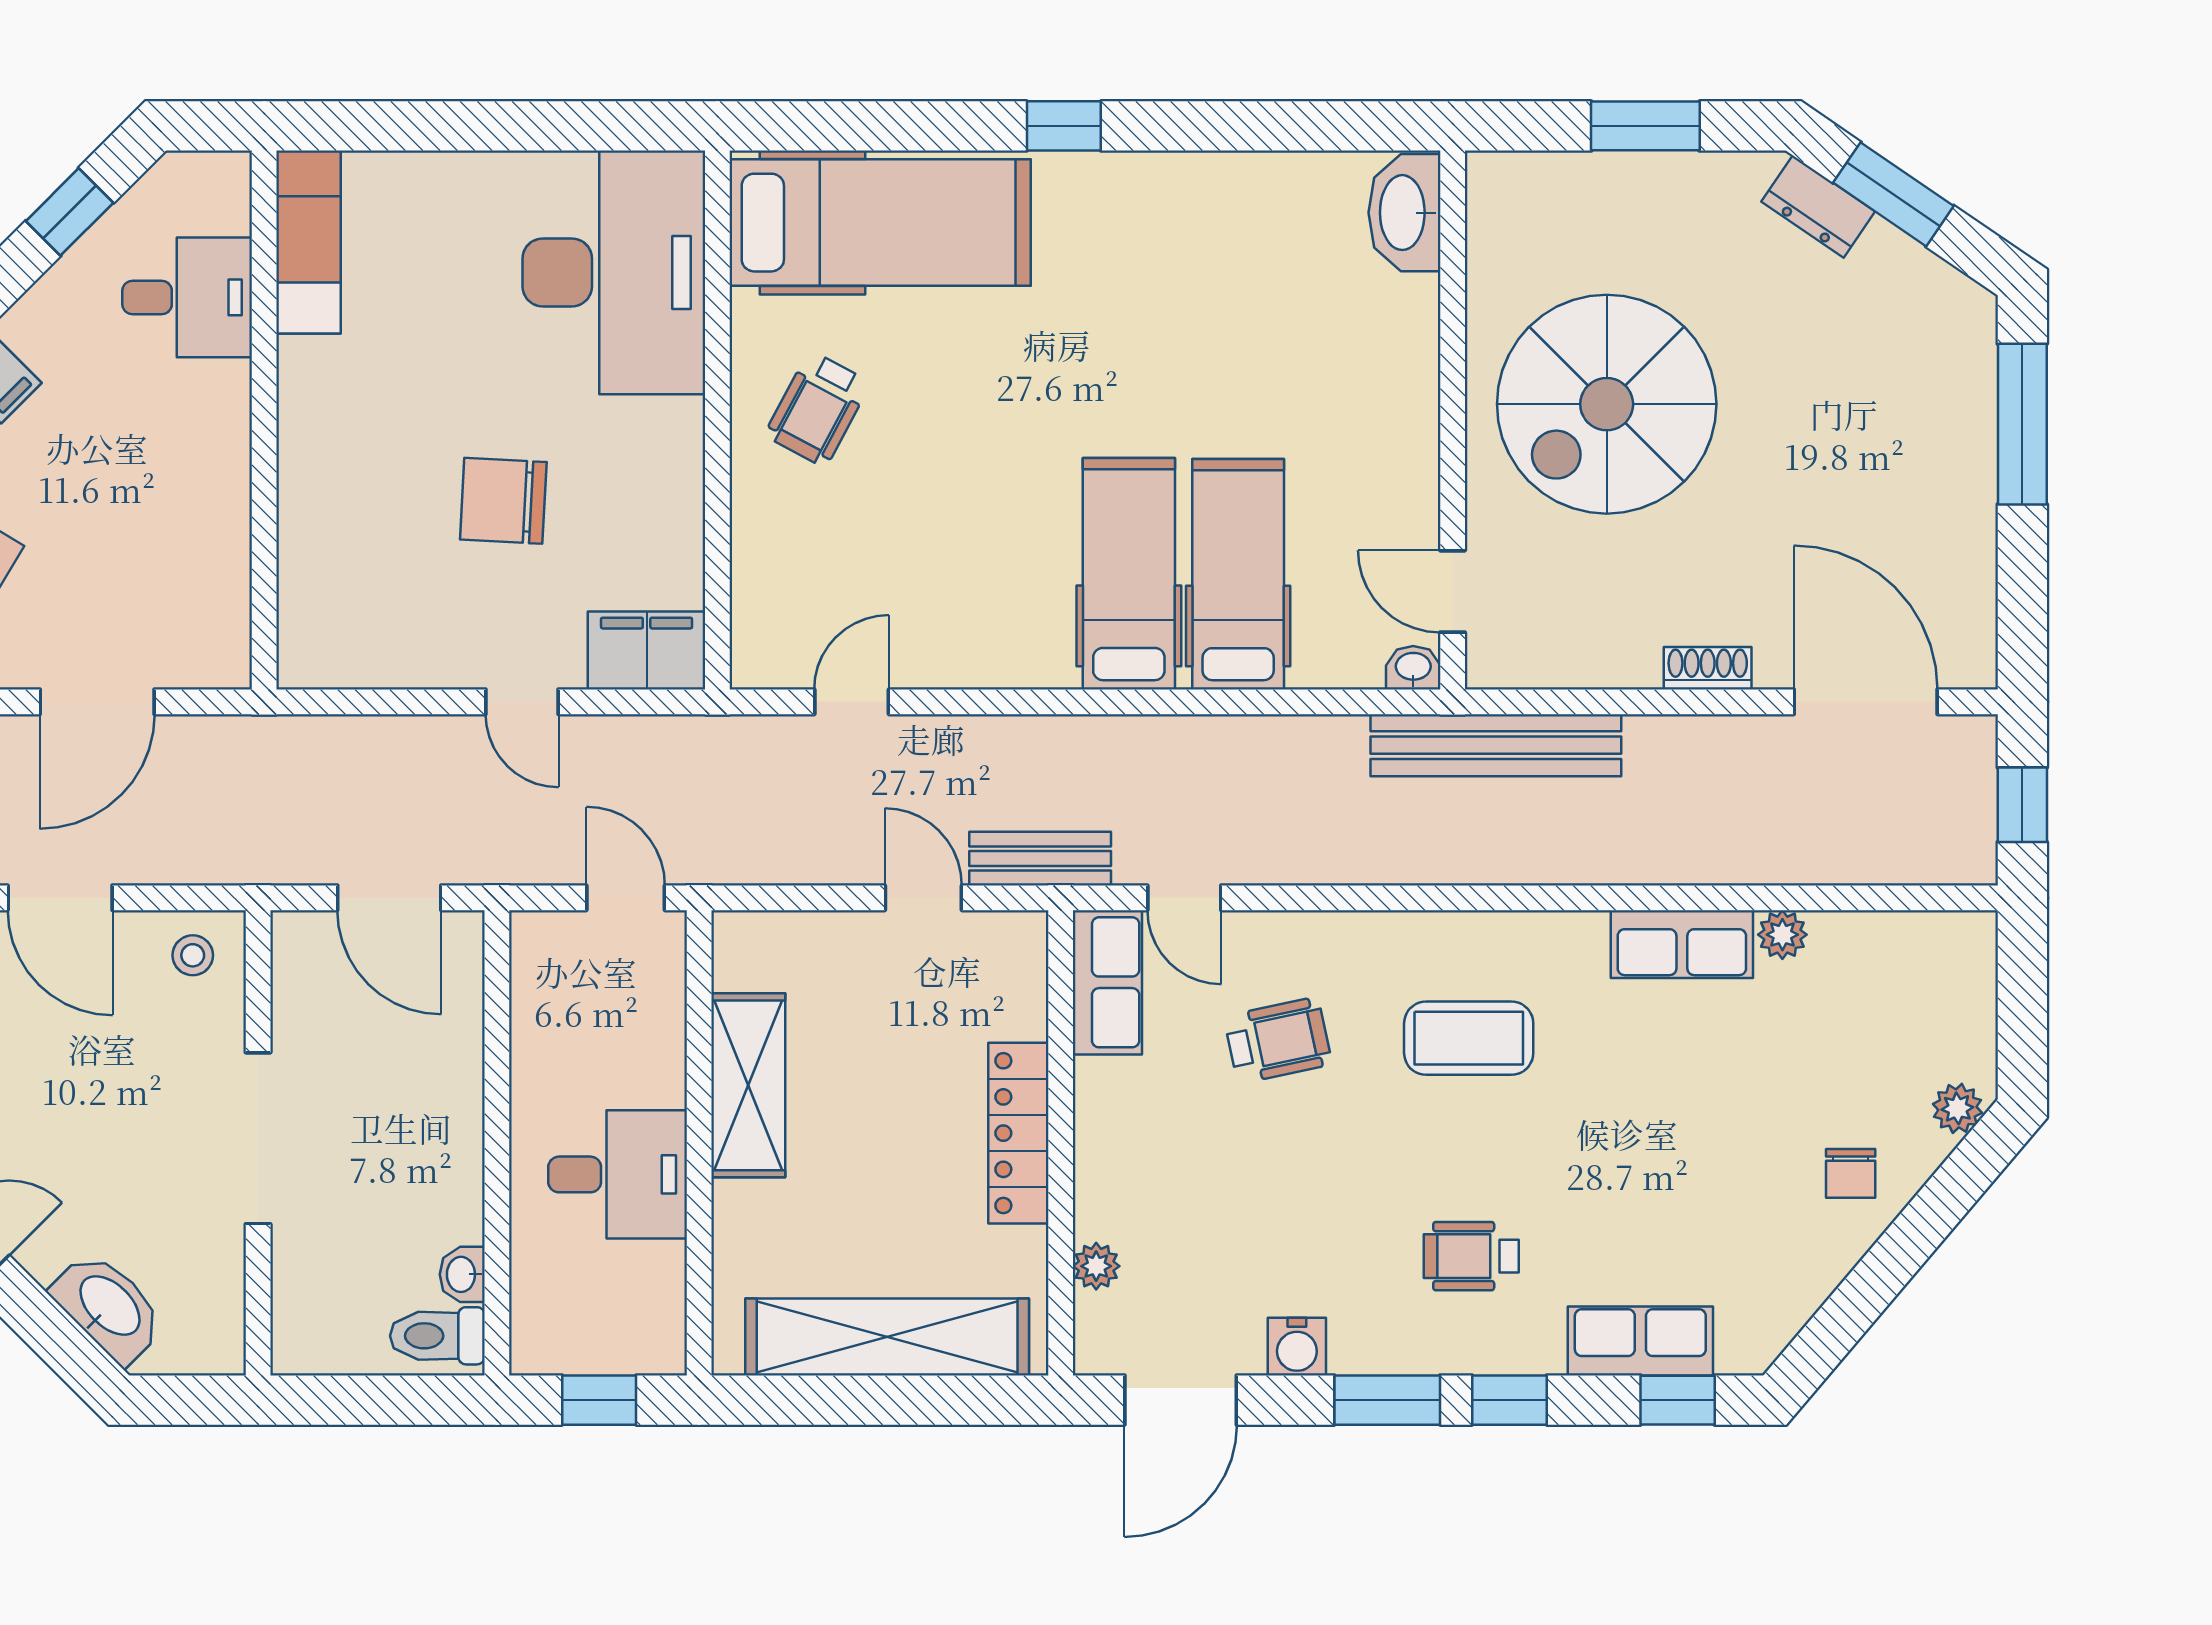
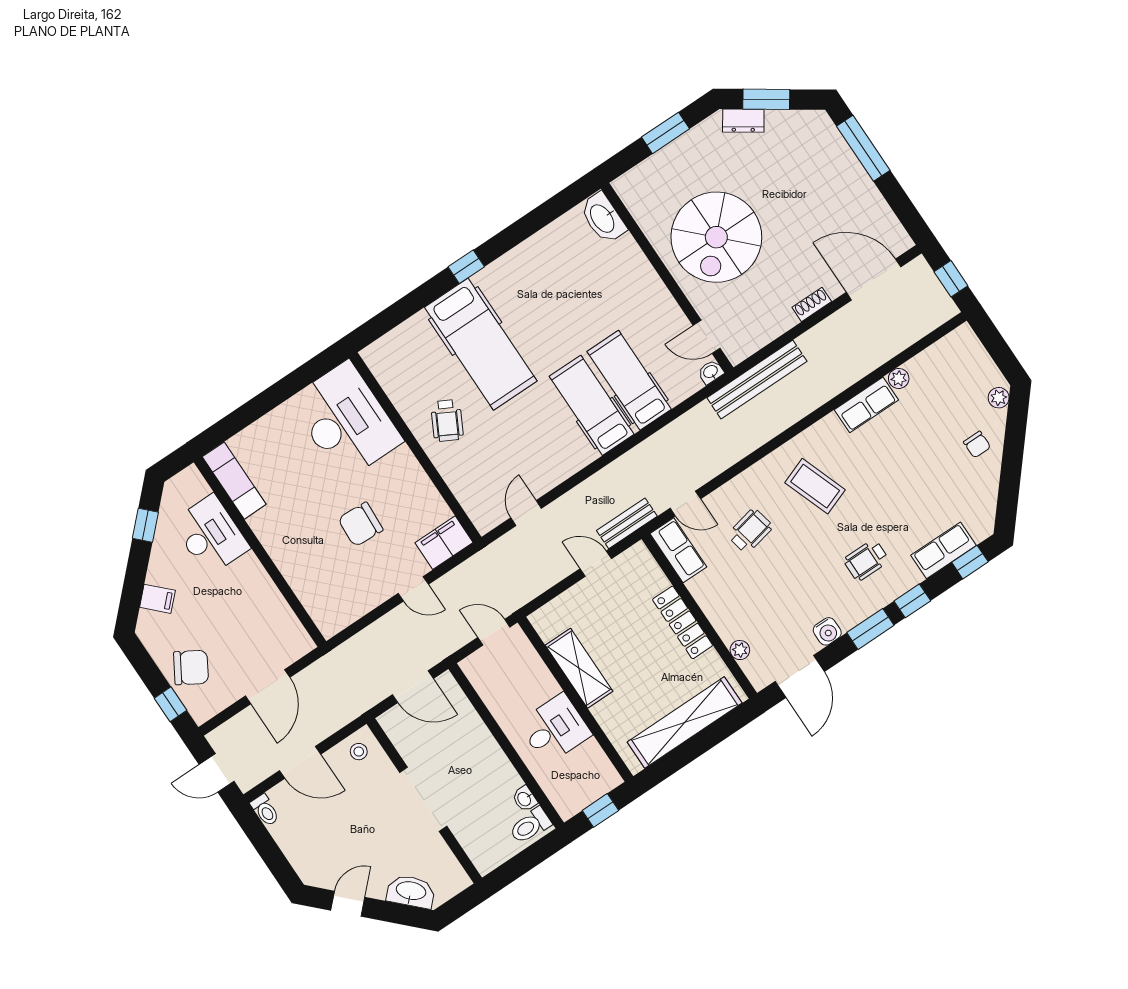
hospital bed: (880, 223) -> (481, 344), moved, turned 90
desk: (187, 297) -> (211, 535), width x1.37
coffee table: (1469, 1038) -> (815, 486), turned 70

